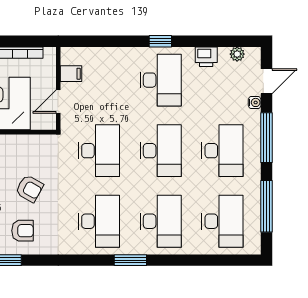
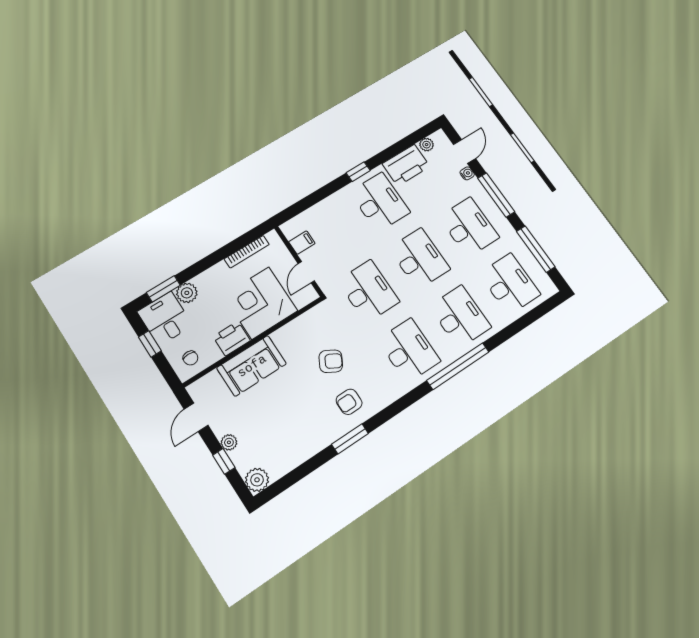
printer: (206, 57) -> (406, 165), width x1.87, depth x1.48
armchair: (23, 231) -> (349, 402), turned 180
window: (130, 260) -> (458, 366), width x2.11

